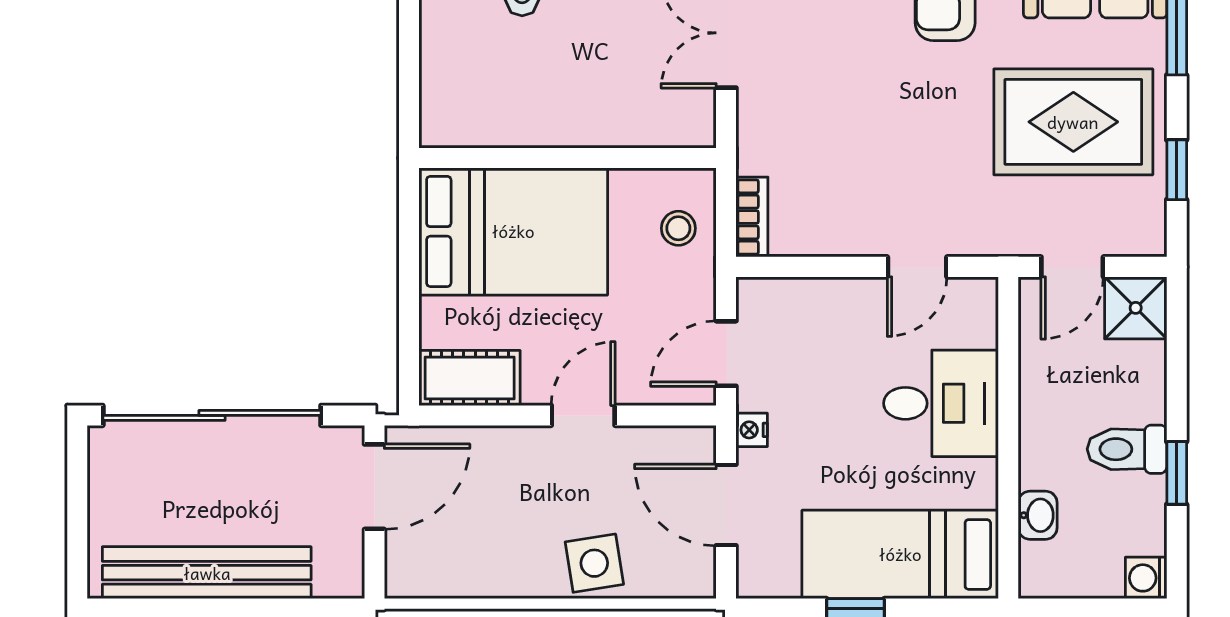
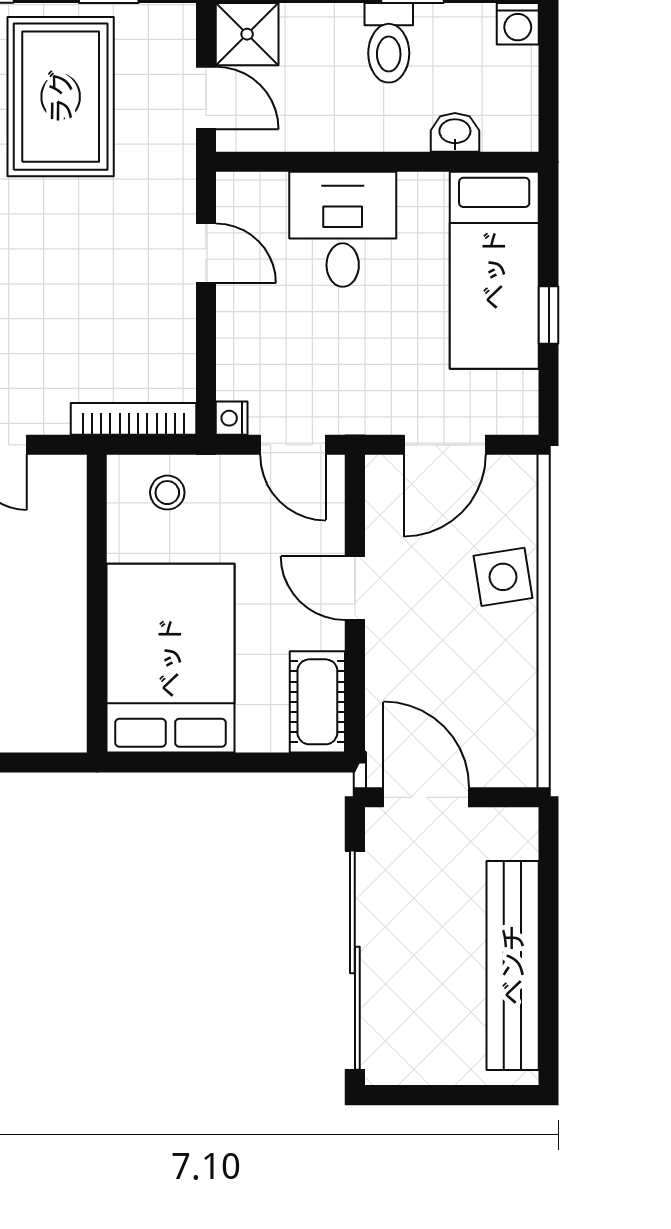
bookcase: (752, 217) -> (133, 419), width x1.56
nightstand: (752, 430) -> (232, 418), moved, turned 90

